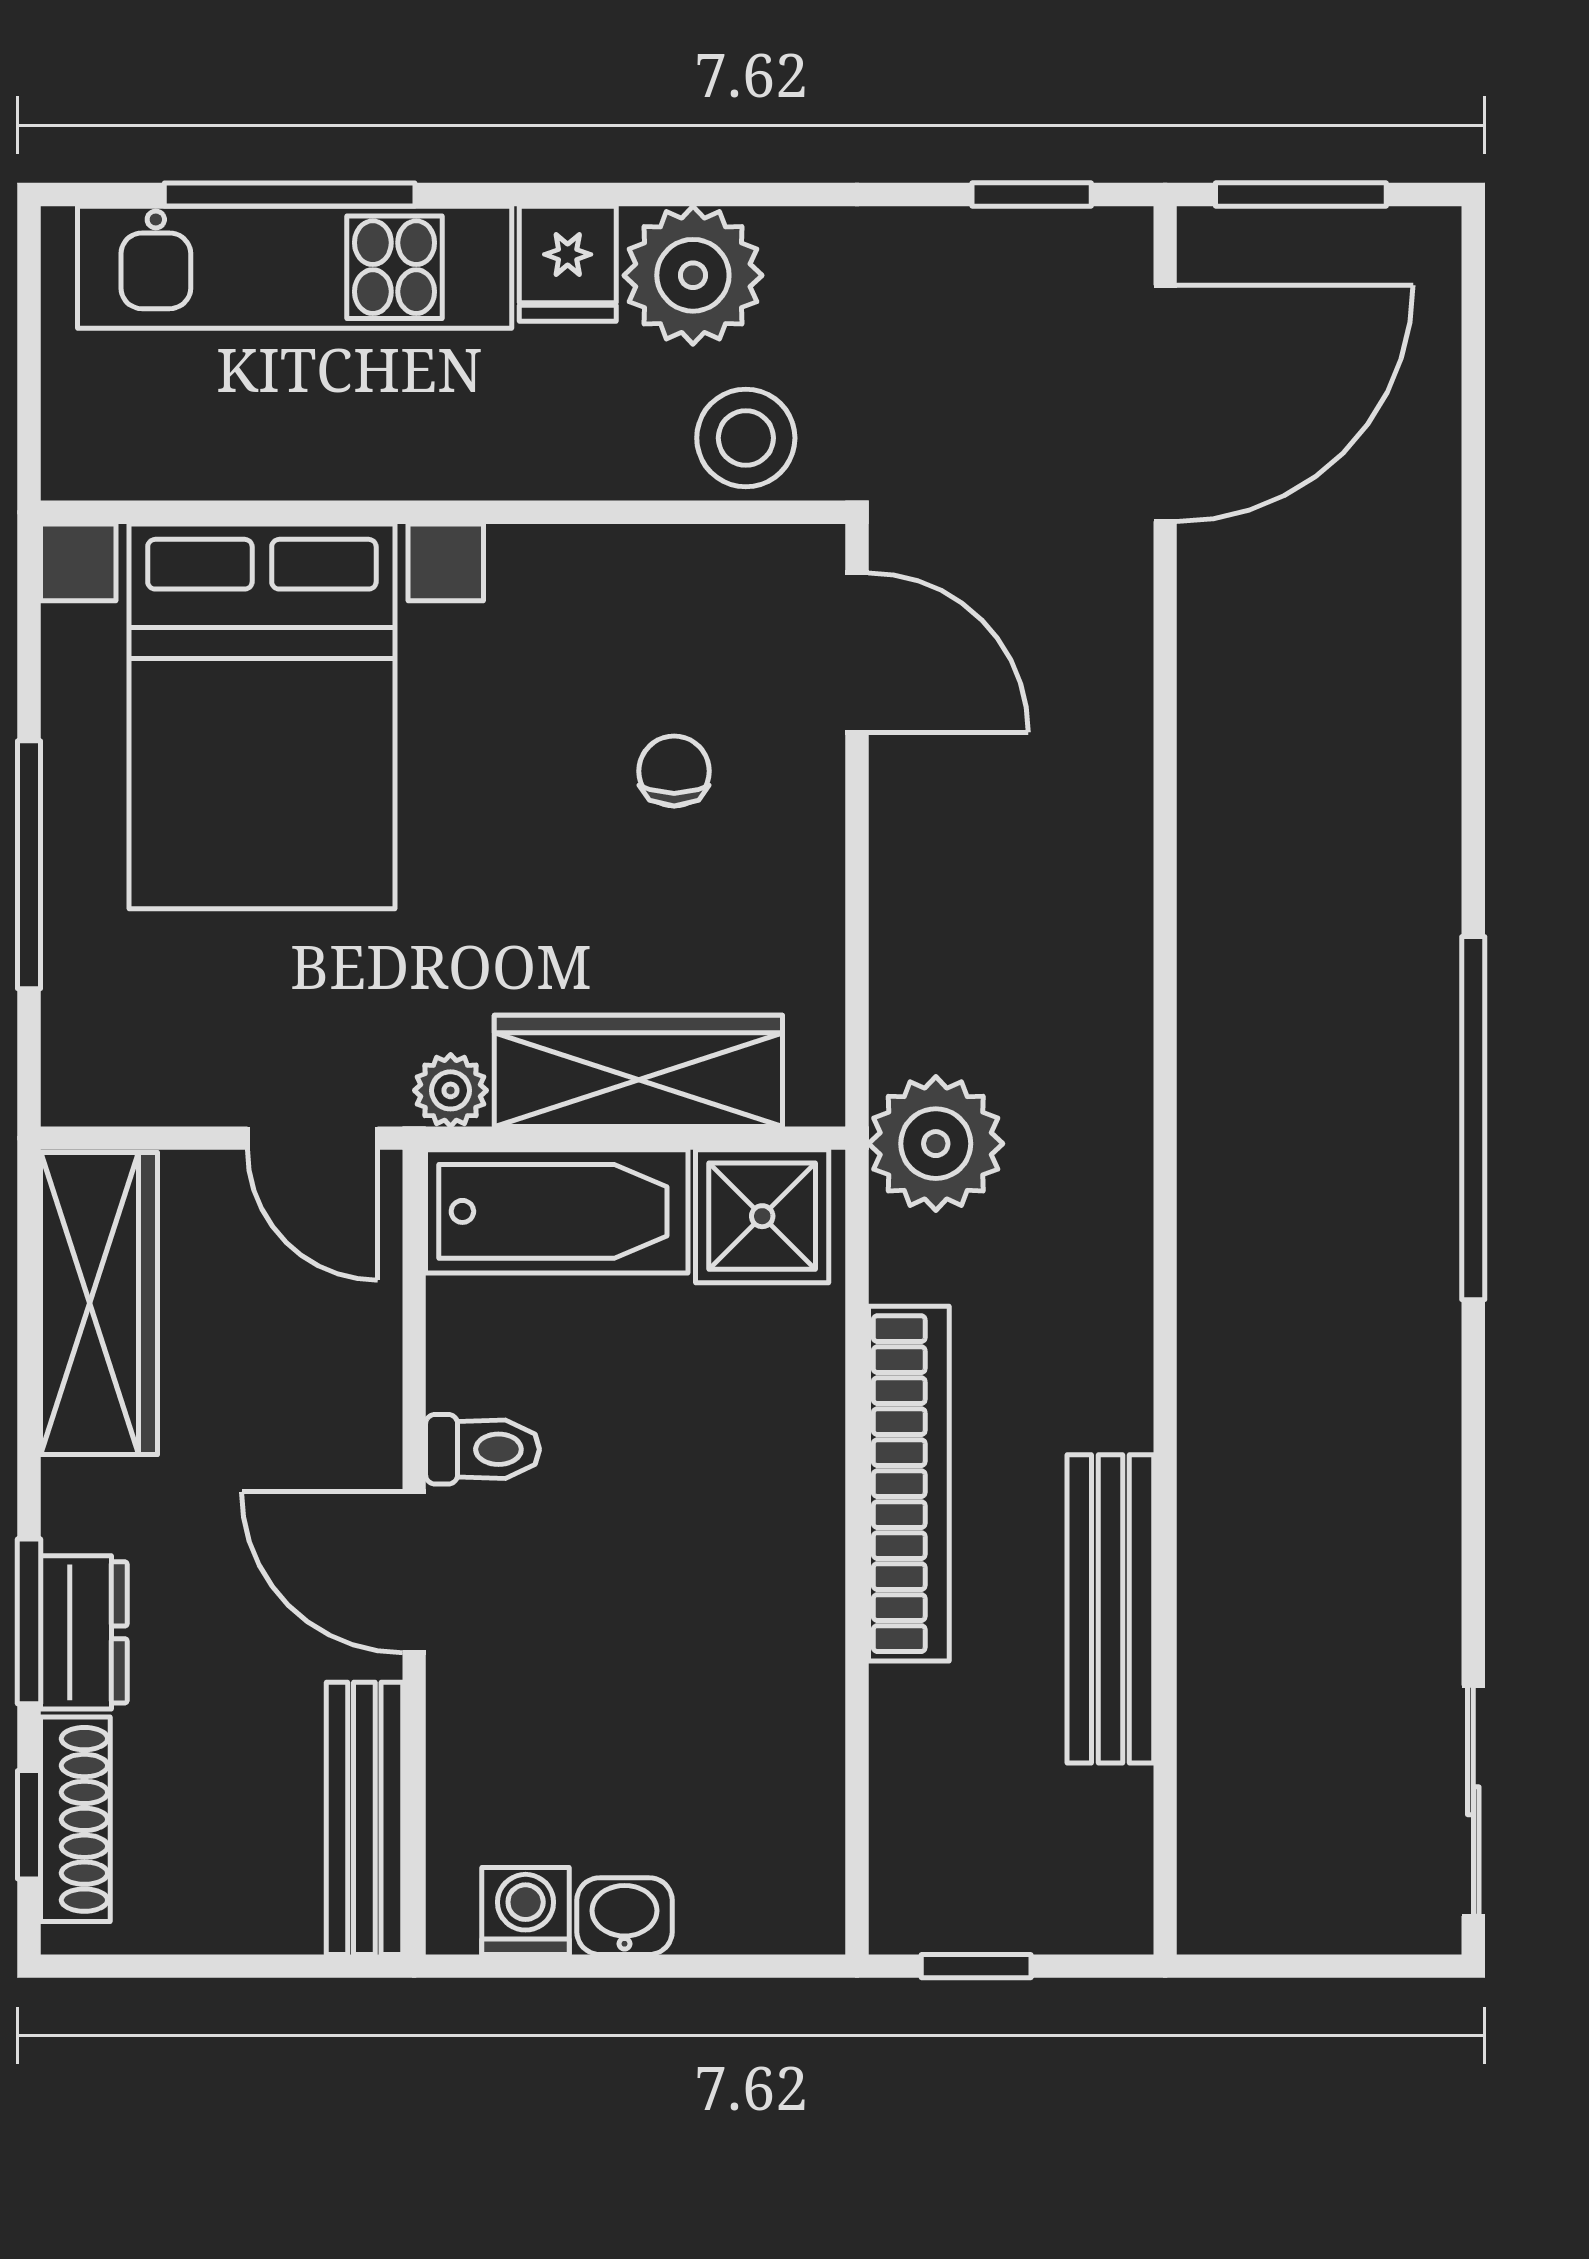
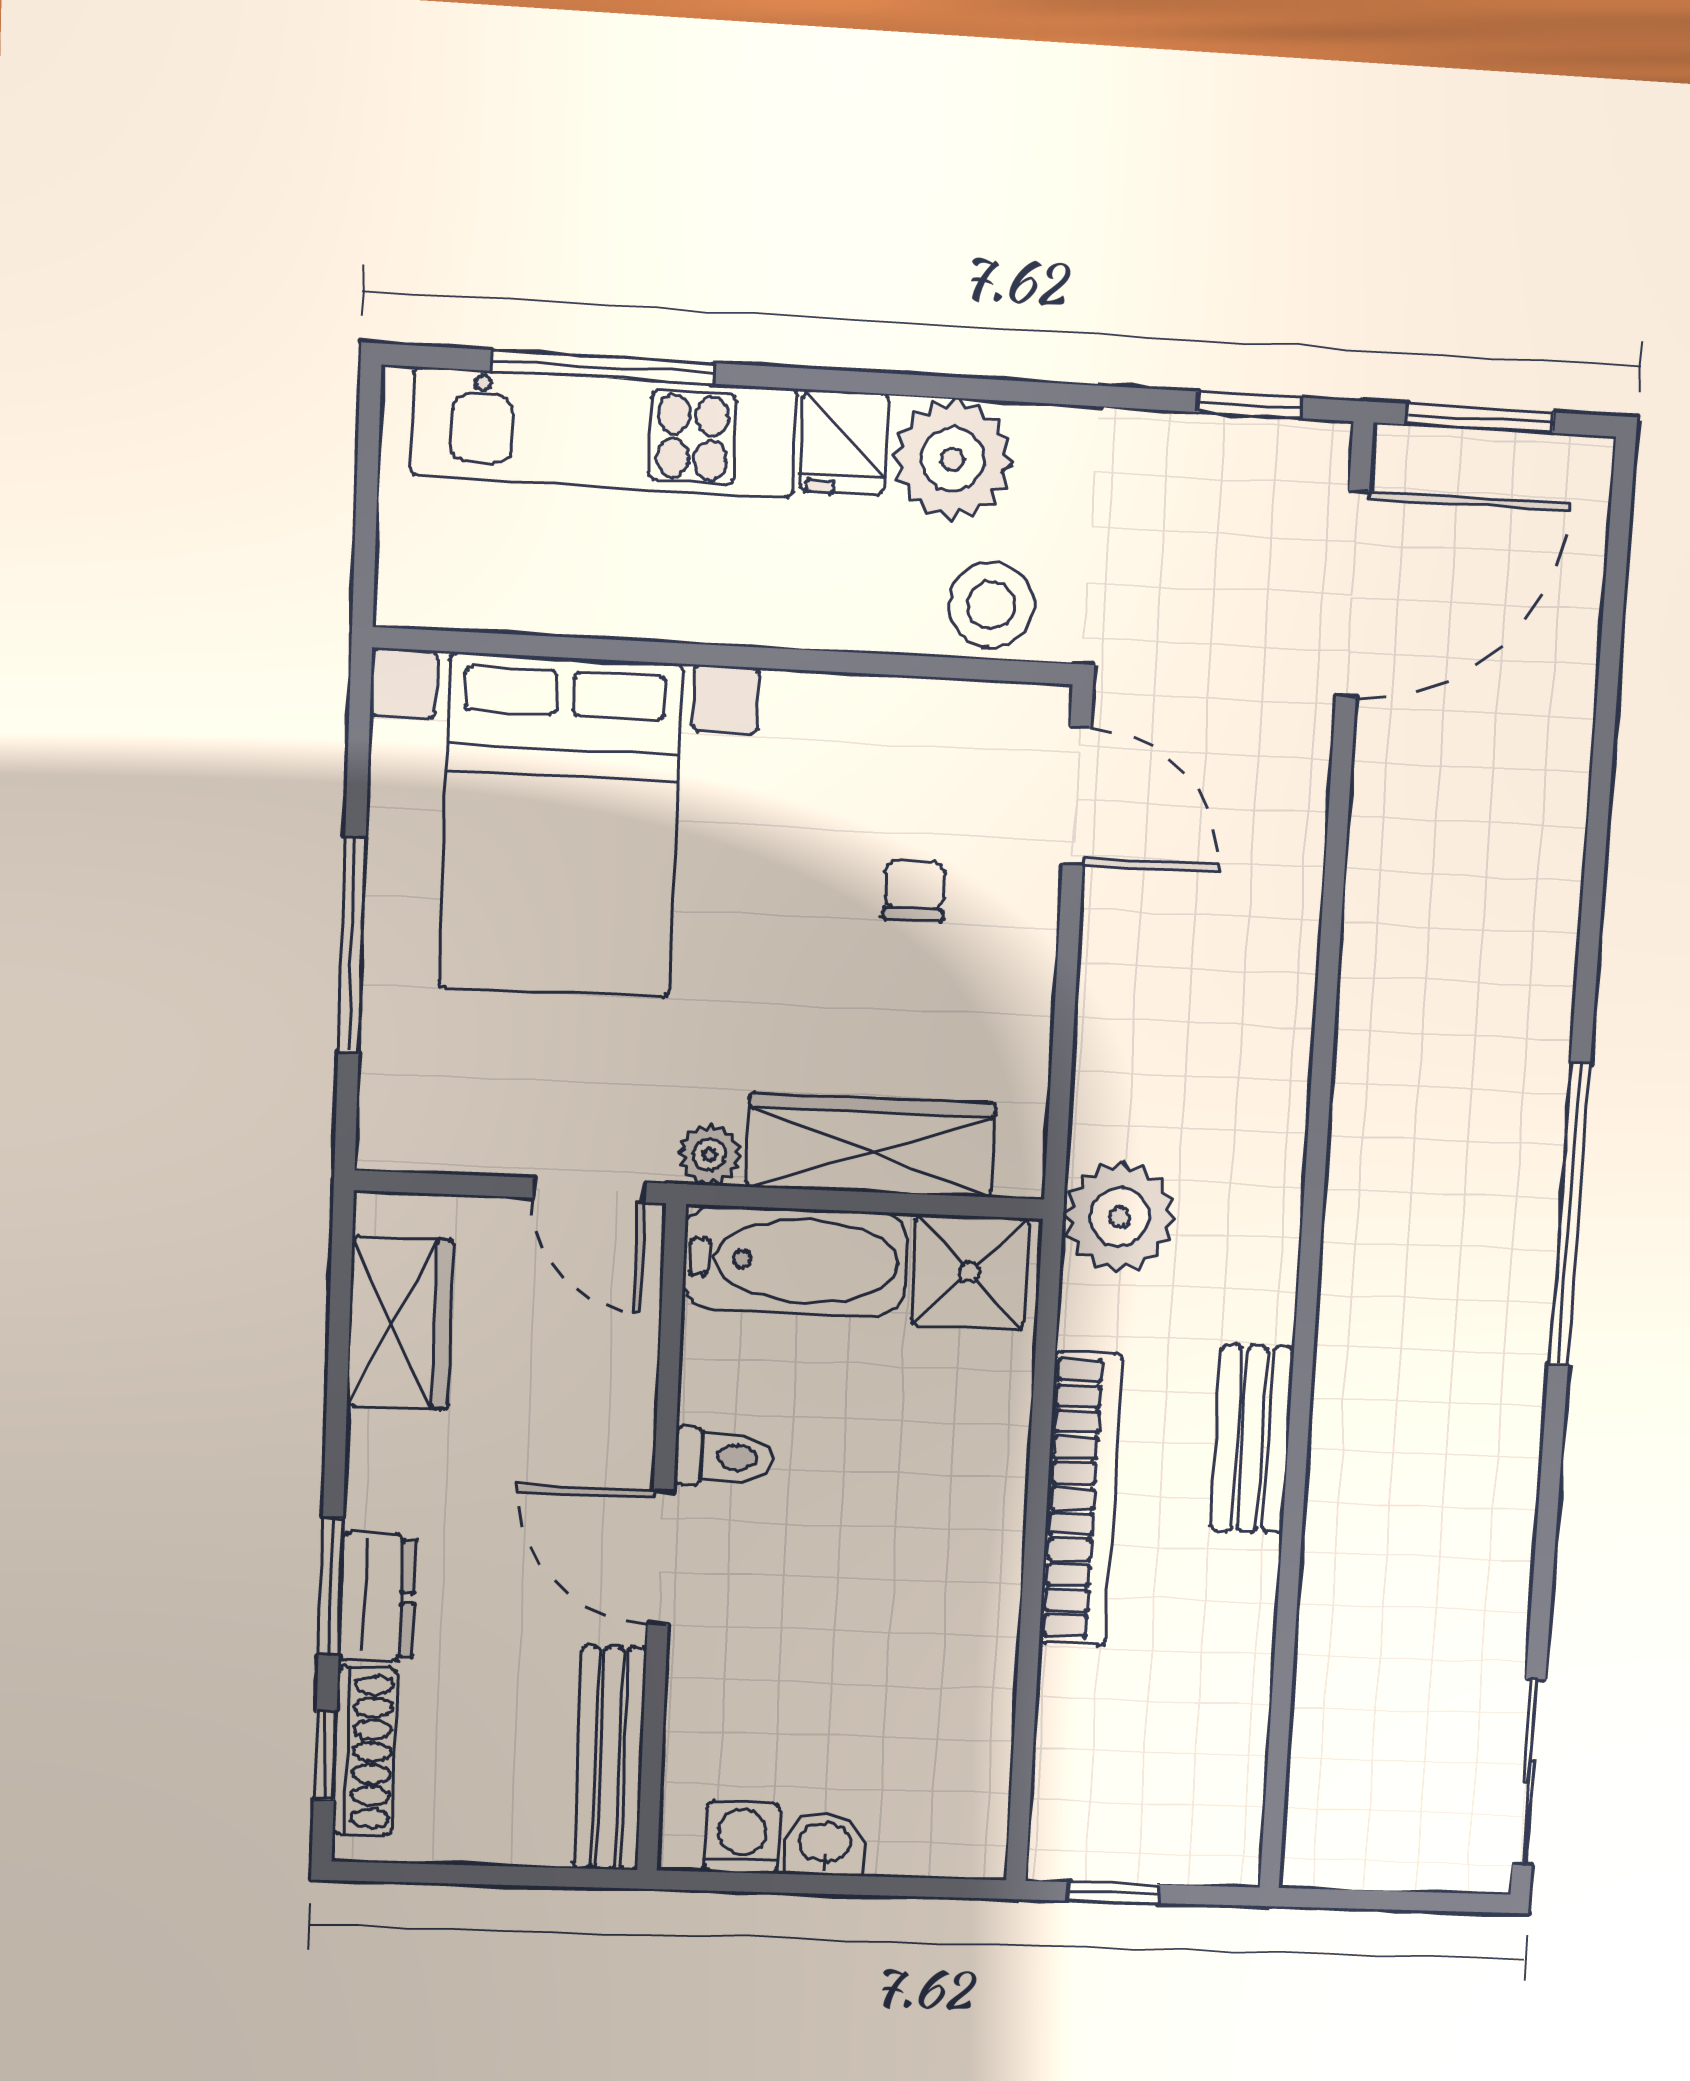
wardrobe: (99, 1303) -> (400, 1323), width x0.67
bench: (1110, 1609) -> (1253, 1439), moved, width x0.73

